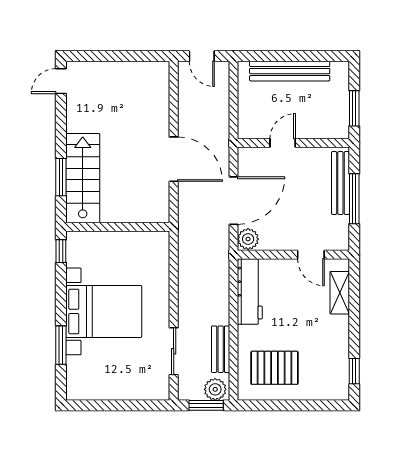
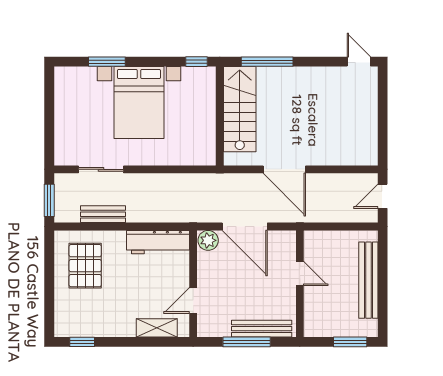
window: (354, 108) -> (350, 342), moved
door: (174, 159) -> (284, 169), hinge flipped
window: (61, 177) -> (267, 62), width x1.44
stairs: (83, 178) -> (240, 109), moved, turned -90
plant: (215, 389) -> (65, 209), removed

